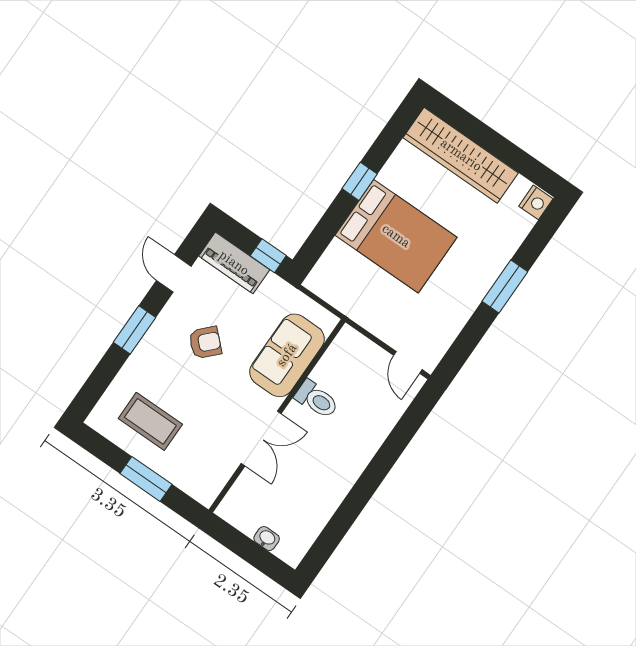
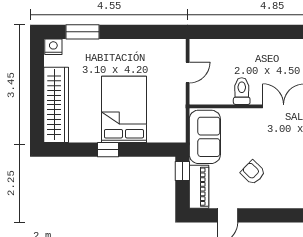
window: (505, 287) -> (82, 32), moved
window: (134, 330) -> (272, 215), removed
sofa: (287, 355) -> (205, 137), moved, turned -90
door: (408, 362) -> (188, 72), moved

